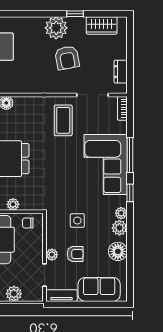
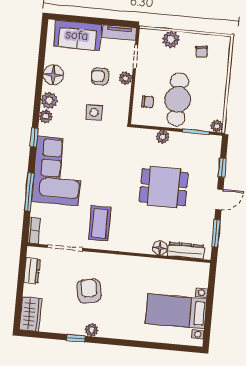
wardrobe: (102, 25) -> (31, 314), moved, turned 90
plant: (56, 28) -> (92, 330), width x0.53, depth x0.53
window: (130, 155) -> (29, 192), moved
chair: (28, 223) -> (148, 102), moved

